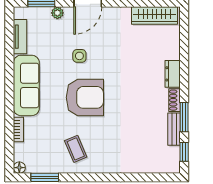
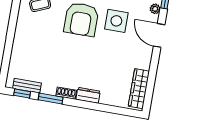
side table: (79, 56) -> (116, 21), width x1.87, depth x1.87
bench: (174, 129) -> (27, 86), moved

